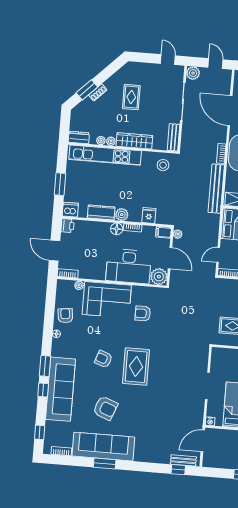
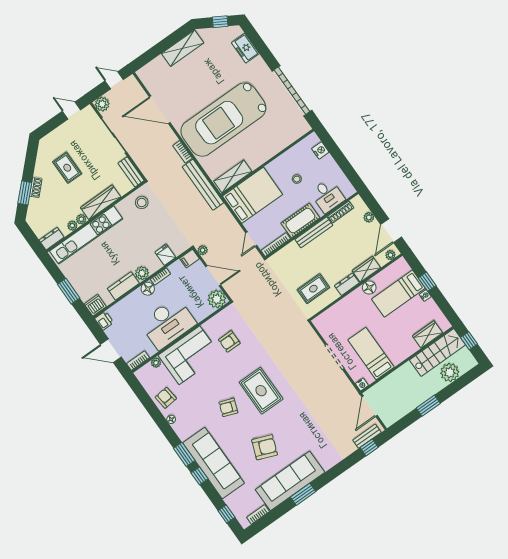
desk: (129, 266) -> (168, 323), moved

